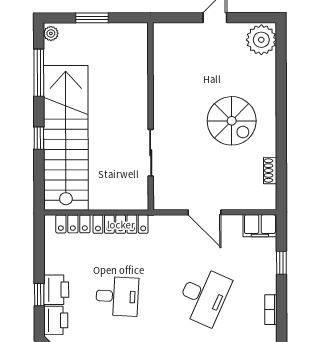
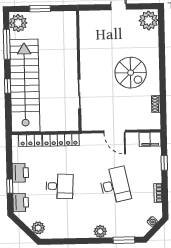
plant: (51, 33) -> (18, 23), width x1.87, depth x1.87
printer: (56, 290) -> (20, 173), moved
desk: (204, 296) -> (115, 185), turned -36

